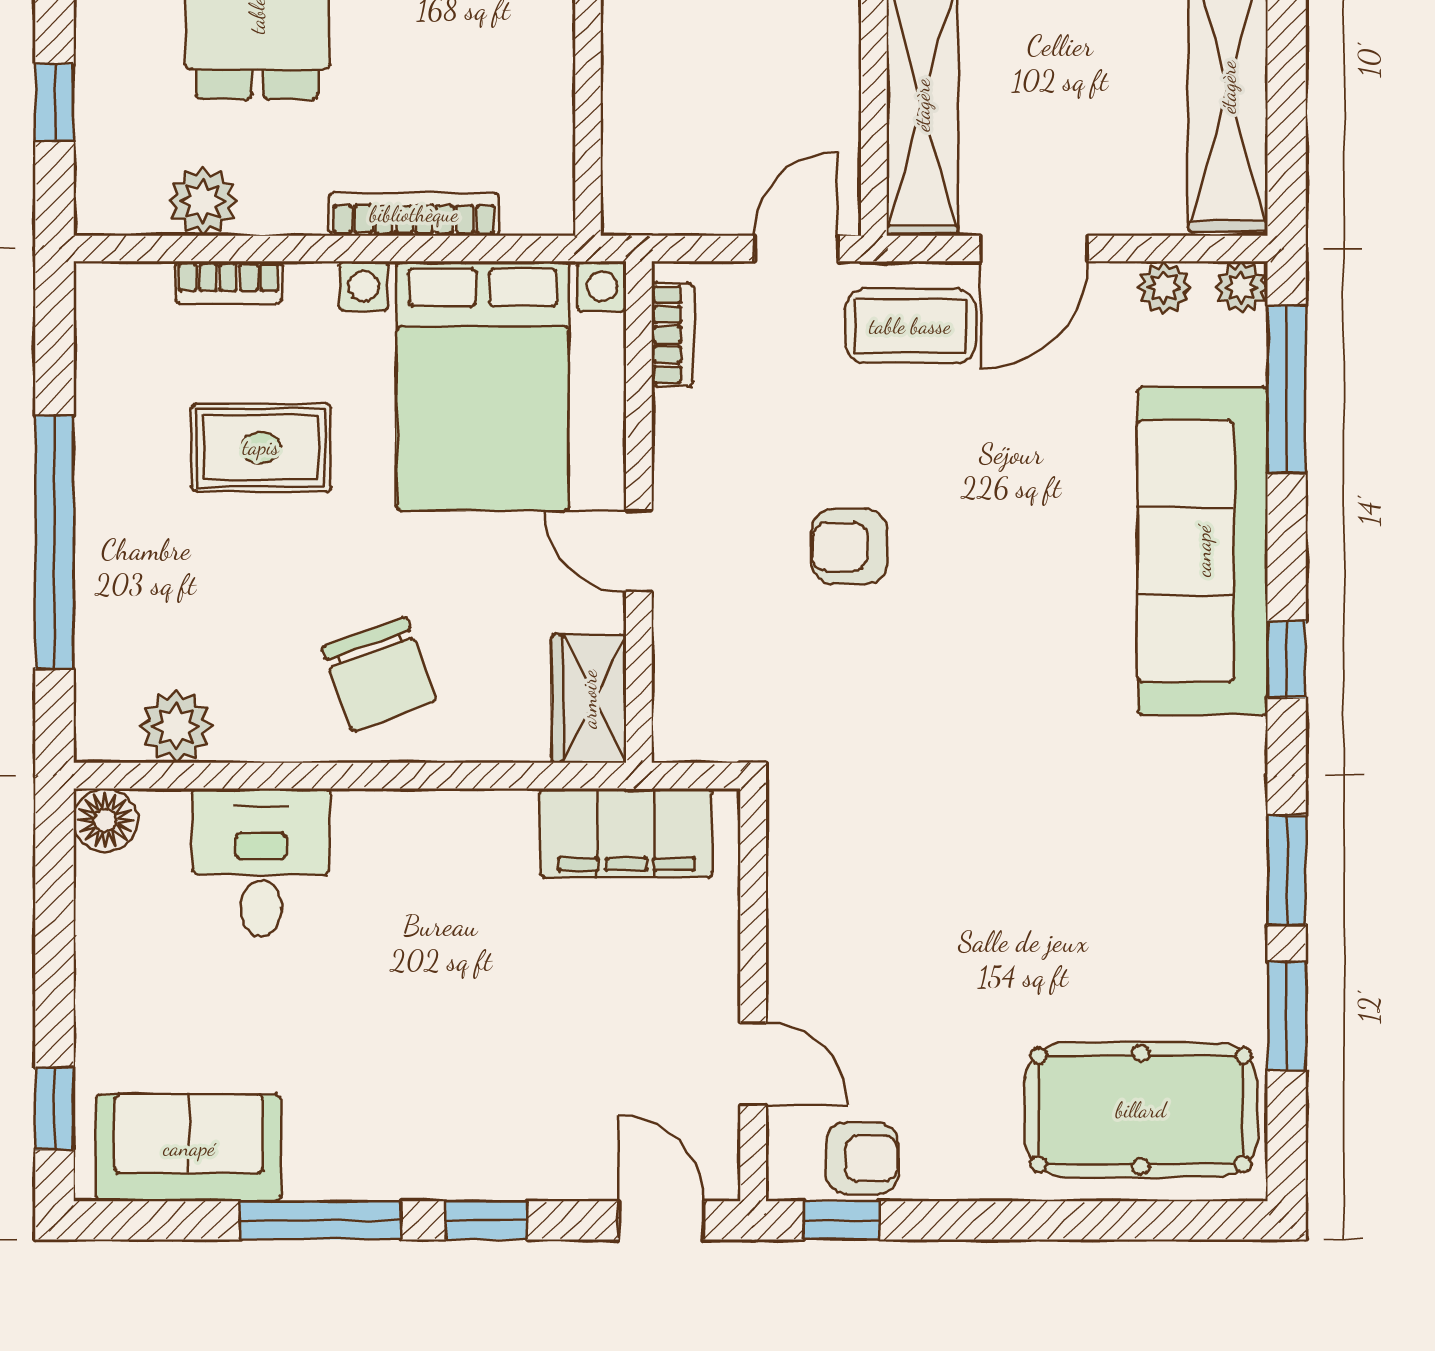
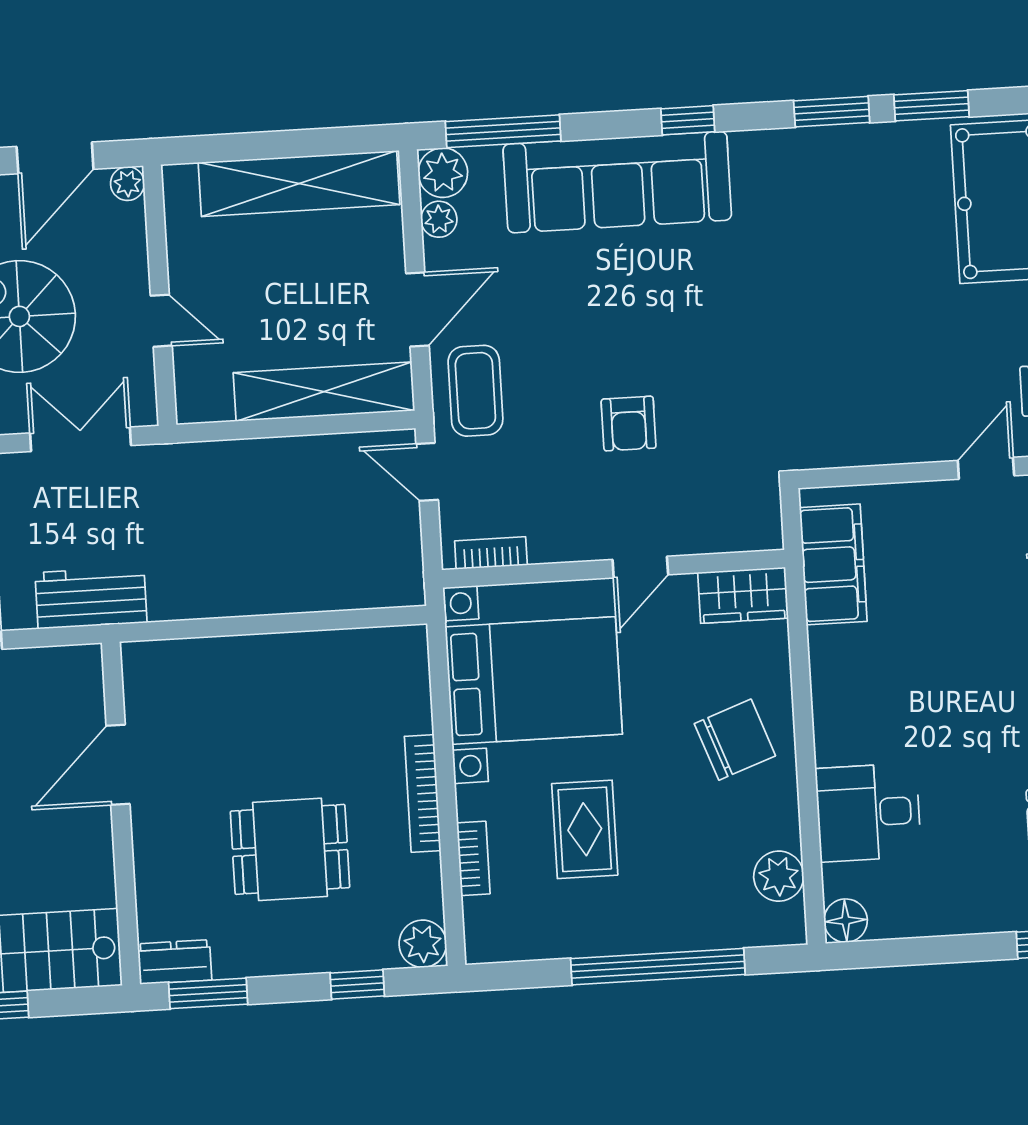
plant: (203, 201) -> (423, 944), moved
bookcase: (414, 214) -> (423, 793), moved
door: (1034, 249) -> (417, 309), hinge flipped
plant: (1241, 288) -> (443, 173), width x1.38, depth x1.38

